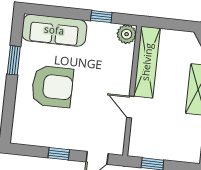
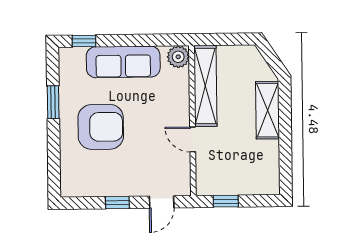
window: (101, 17) -> (84, 41), moved
sofa: (54, 30) -> (123, 62), moved

